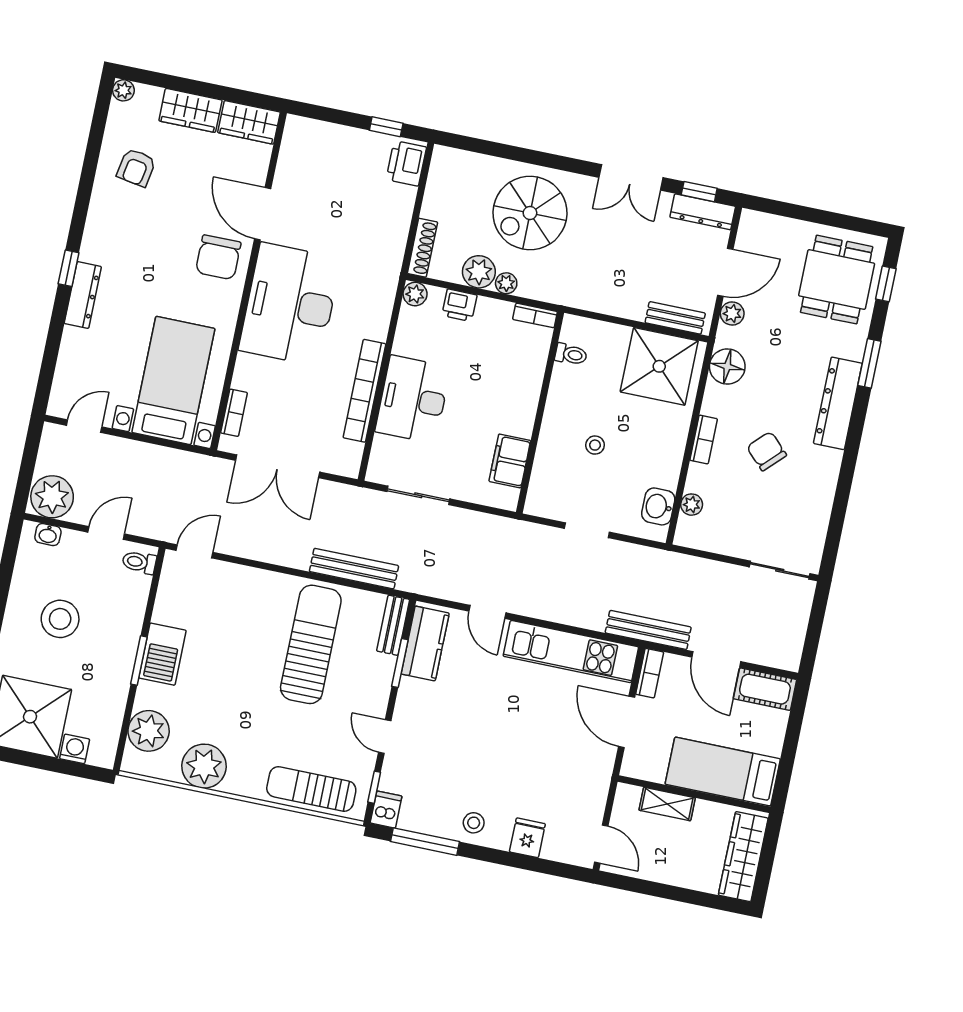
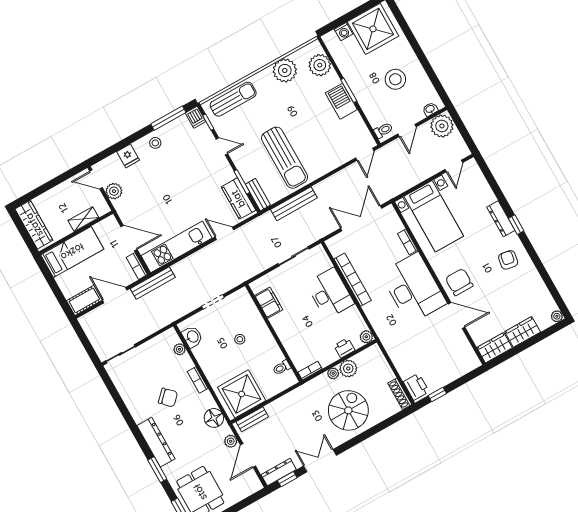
armchair: (136, 168) -> (508, 260), moved
shoe rack: (422, 248) -> (400, 394), moved
bookcase: (234, 413) -> (408, 242), moved
plant: (590, 806) -> (114, 191), added

